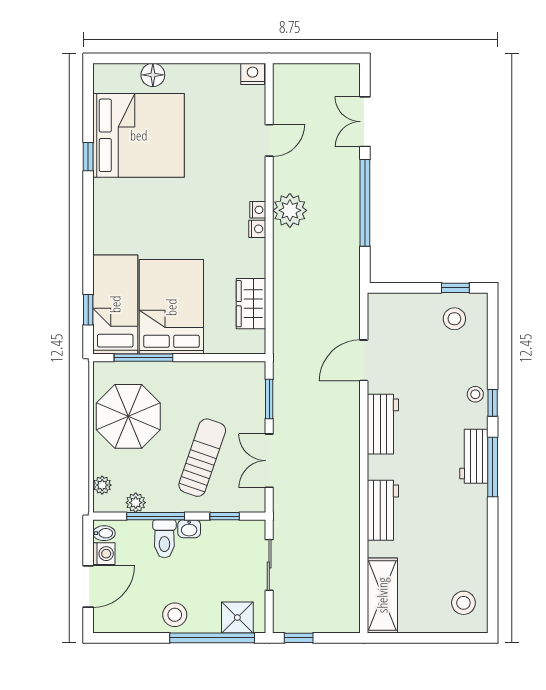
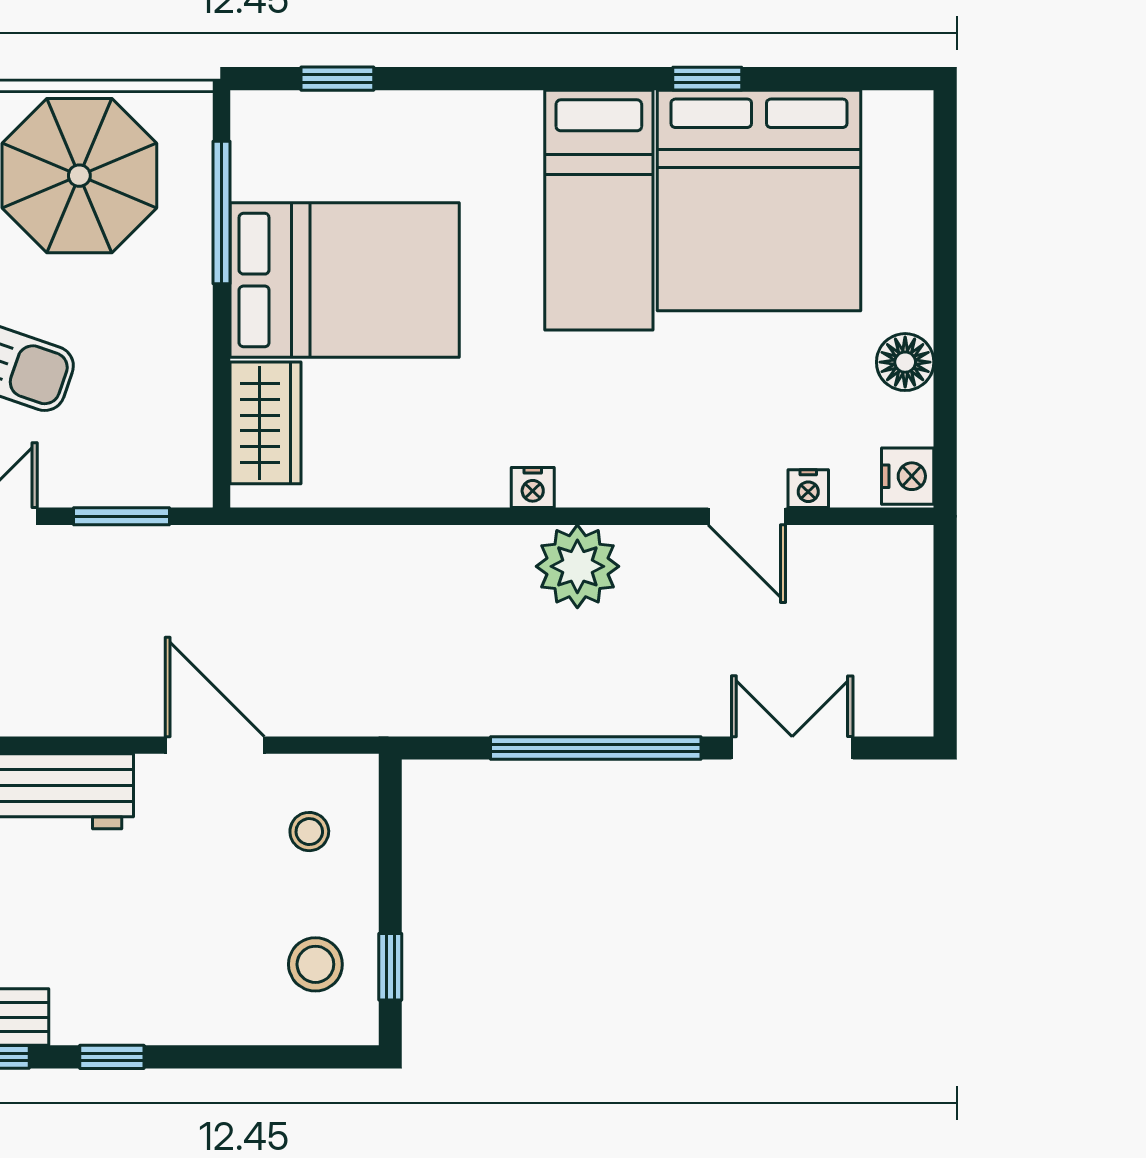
floor lamp: (153, 75) -> (905, 362), moved
nightstand: (258, 210) -> (808, 489), moved
bed: (115, 304) -> (599, 210), moved, turned 90
wardrobe: (251, 304) -> (265, 423), moved, turned 90
stool: (475, 394) -> (309, 832), moved

